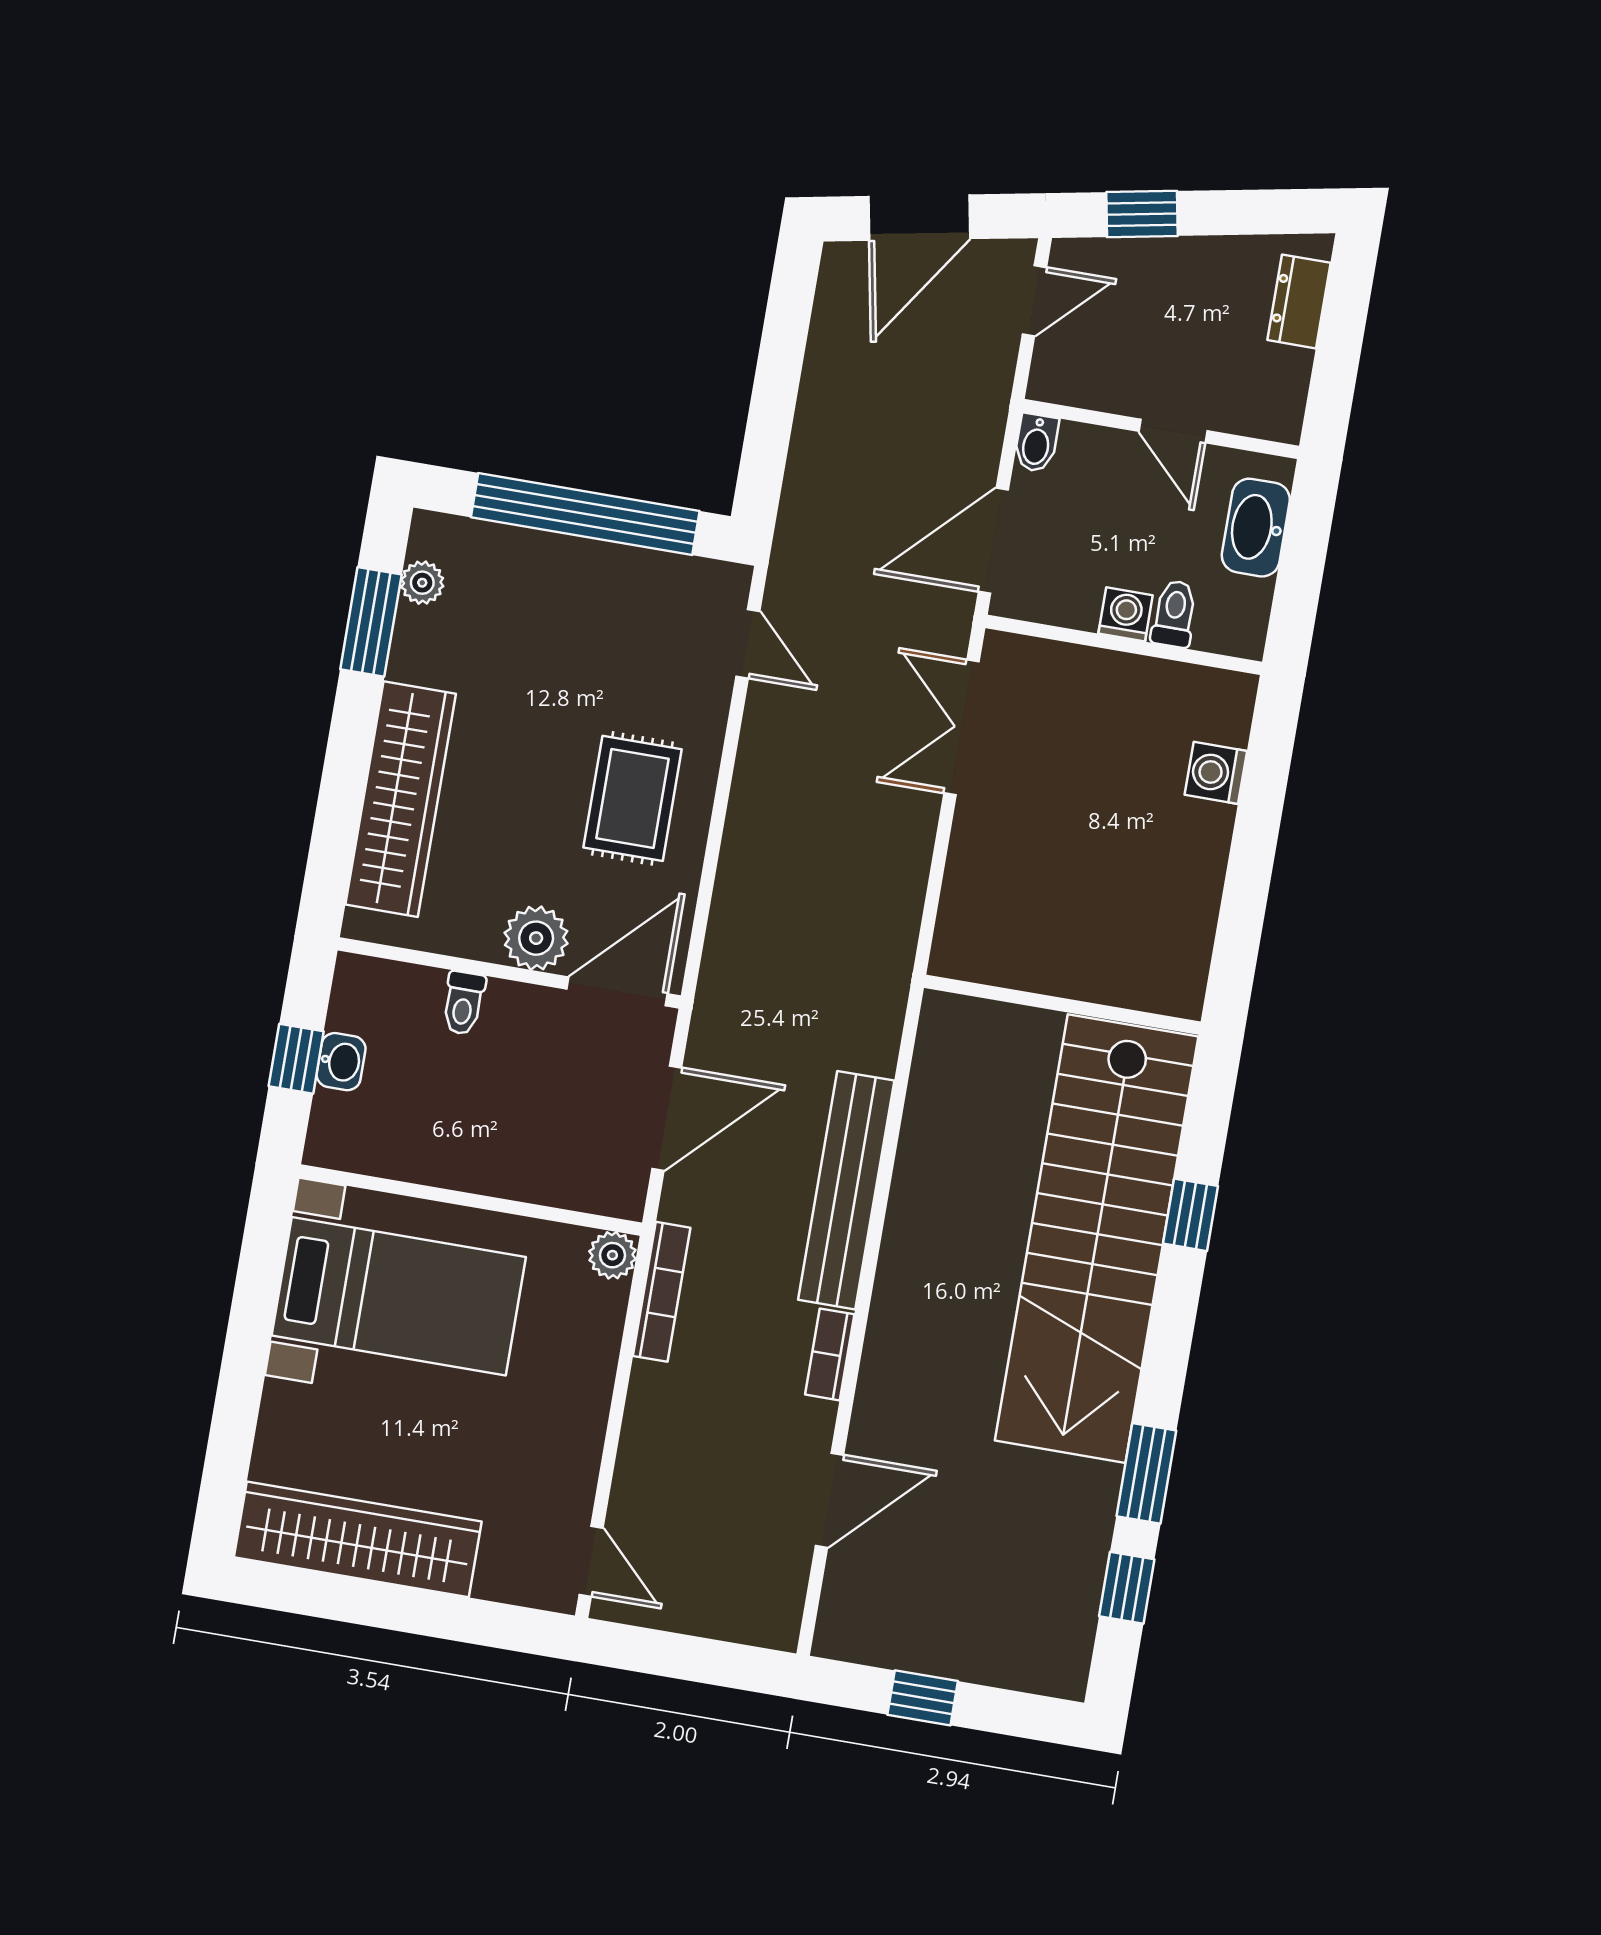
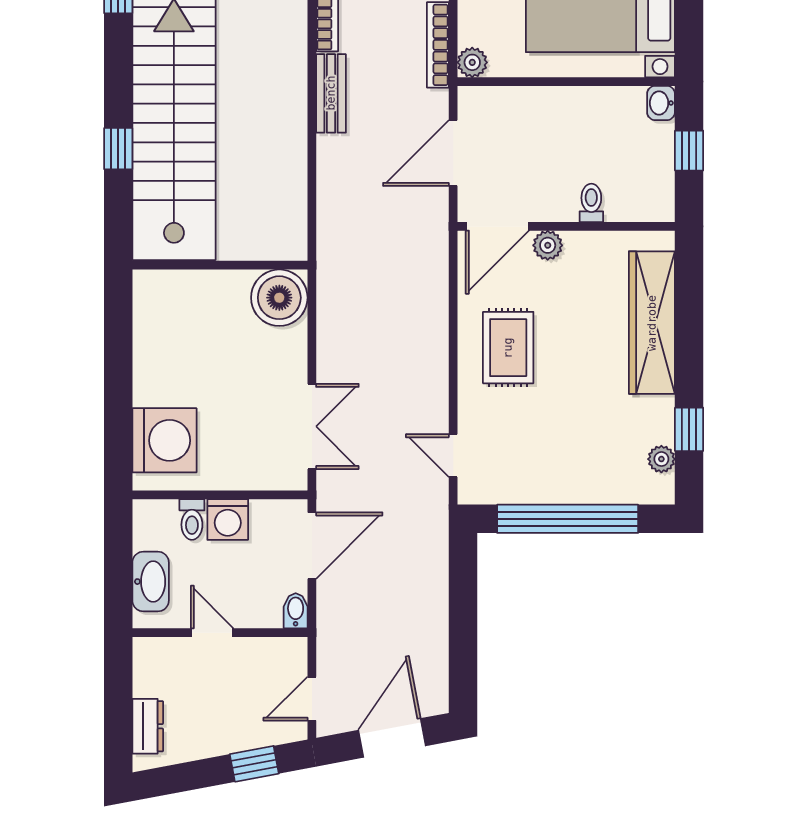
washing machine: (1126, 614) -> (228, 519), width x1.38, depth x1.38
window: (371, 622) -> (689, 429), width x0.67
washing machine: (1216, 773) -> (164, 440), width x1.89, depth x1.89
plant: (536, 938) -> (548, 245), width x0.73, depth x0.73
boiler: (978, 938) -> (279, 298), added
washbasin: (341, 1062) -> (661, 103), moved
bench: (846, 1190) -> (331, 93), width x0.54, depth x0.82

